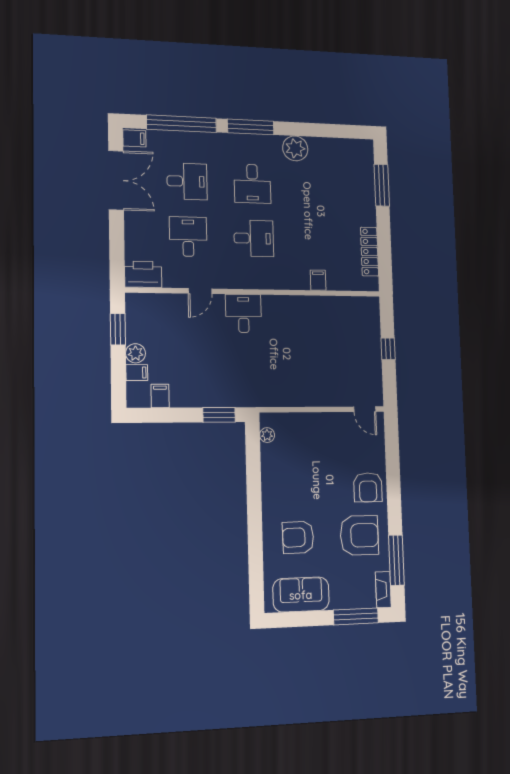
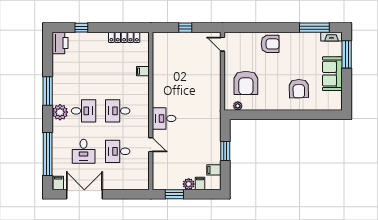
window: (251, 127) -> (48, 91), moved
plant: (295, 148) -> (60, 112), moved
desk: (187, 181) -> (84, 151), turned 180
window: (382, 185) -> (81, 28), width x0.46
desk: (254, 238) -> (118, 111), turned -90
printer: (143, 274) -> (60, 43), moved, turned 180
door: (365, 409) -> (223, 44), swing flipped
window: (219, 415) -> (225, 151), moved
armchair: (359, 535) -> (246, 83), moved, turned 180
sofa: (301, 595) -> (332, 74), moved

